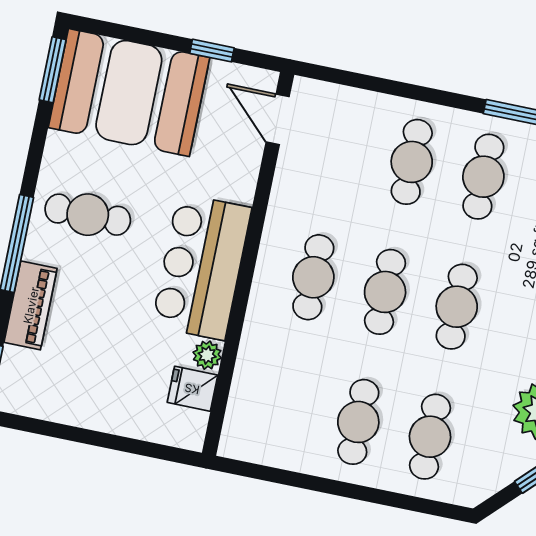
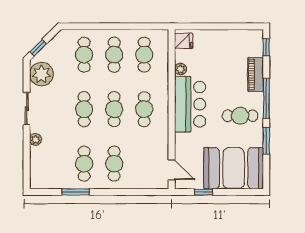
window: (53, 70) -> (266, 141), moved
fridge: (192, 389) -> (184, 41), moved
cafe table: (287, 407) -> (144, 55), added

